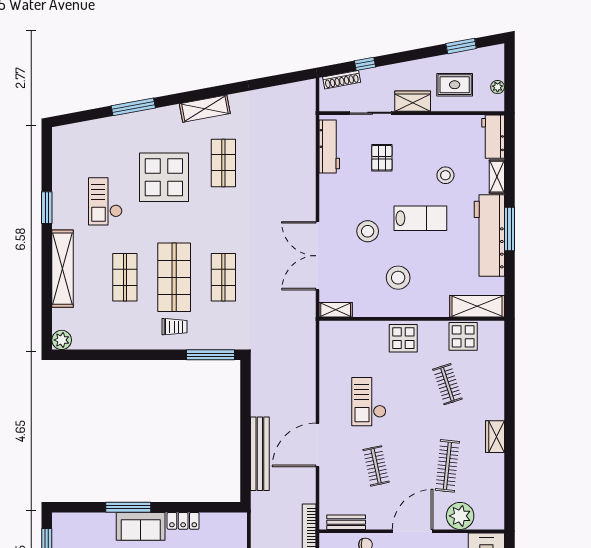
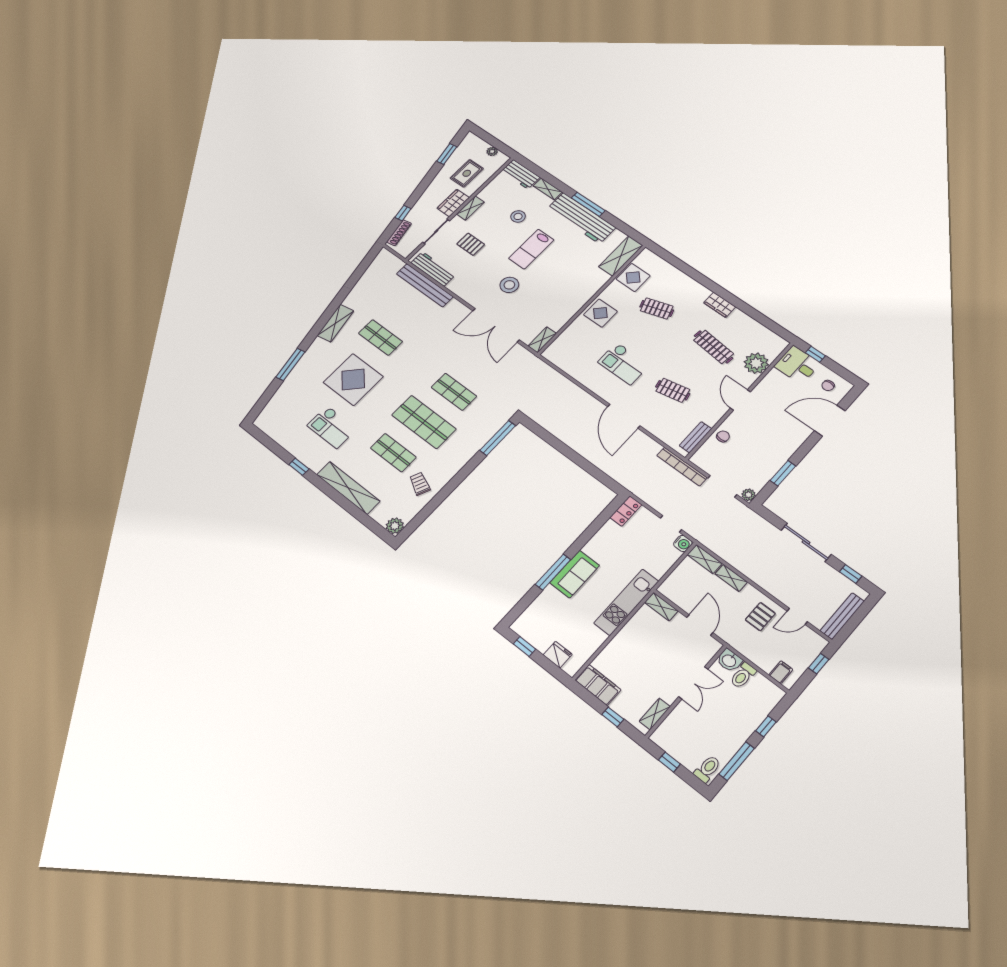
shelving: (420, 122) -> (470, 208), added
window: (47, 208) -> (299, 467), width x0.67
lab bench: (420, 218) -> (531, 249), turned 180
stool: (398, 278) -> (557, 288), removed
trolley: (174, 327) -> (420, 484), moved, turned -65
bench: (260, 454) -> (425, 285), moved
locker: (183, 521) -> (626, 511), moved
door: (413, 531) -> (740, 400), width x0.73

